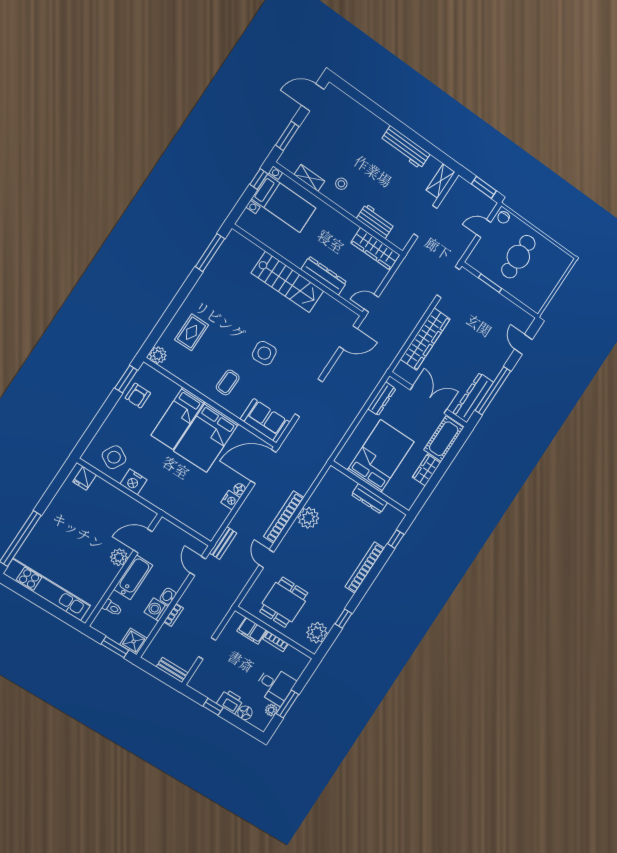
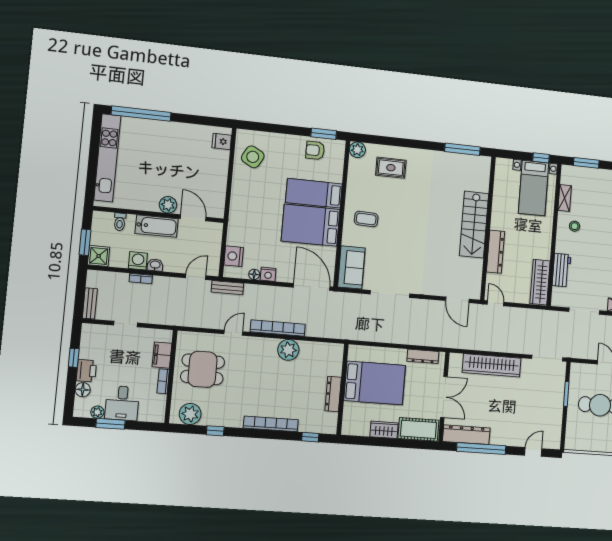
side table: (264, 353) -> (407, 237), removed
nightstand: (133, 482) -> (234, 256), moved
floor lamp: (239, 489) -> (254, 274), moved

